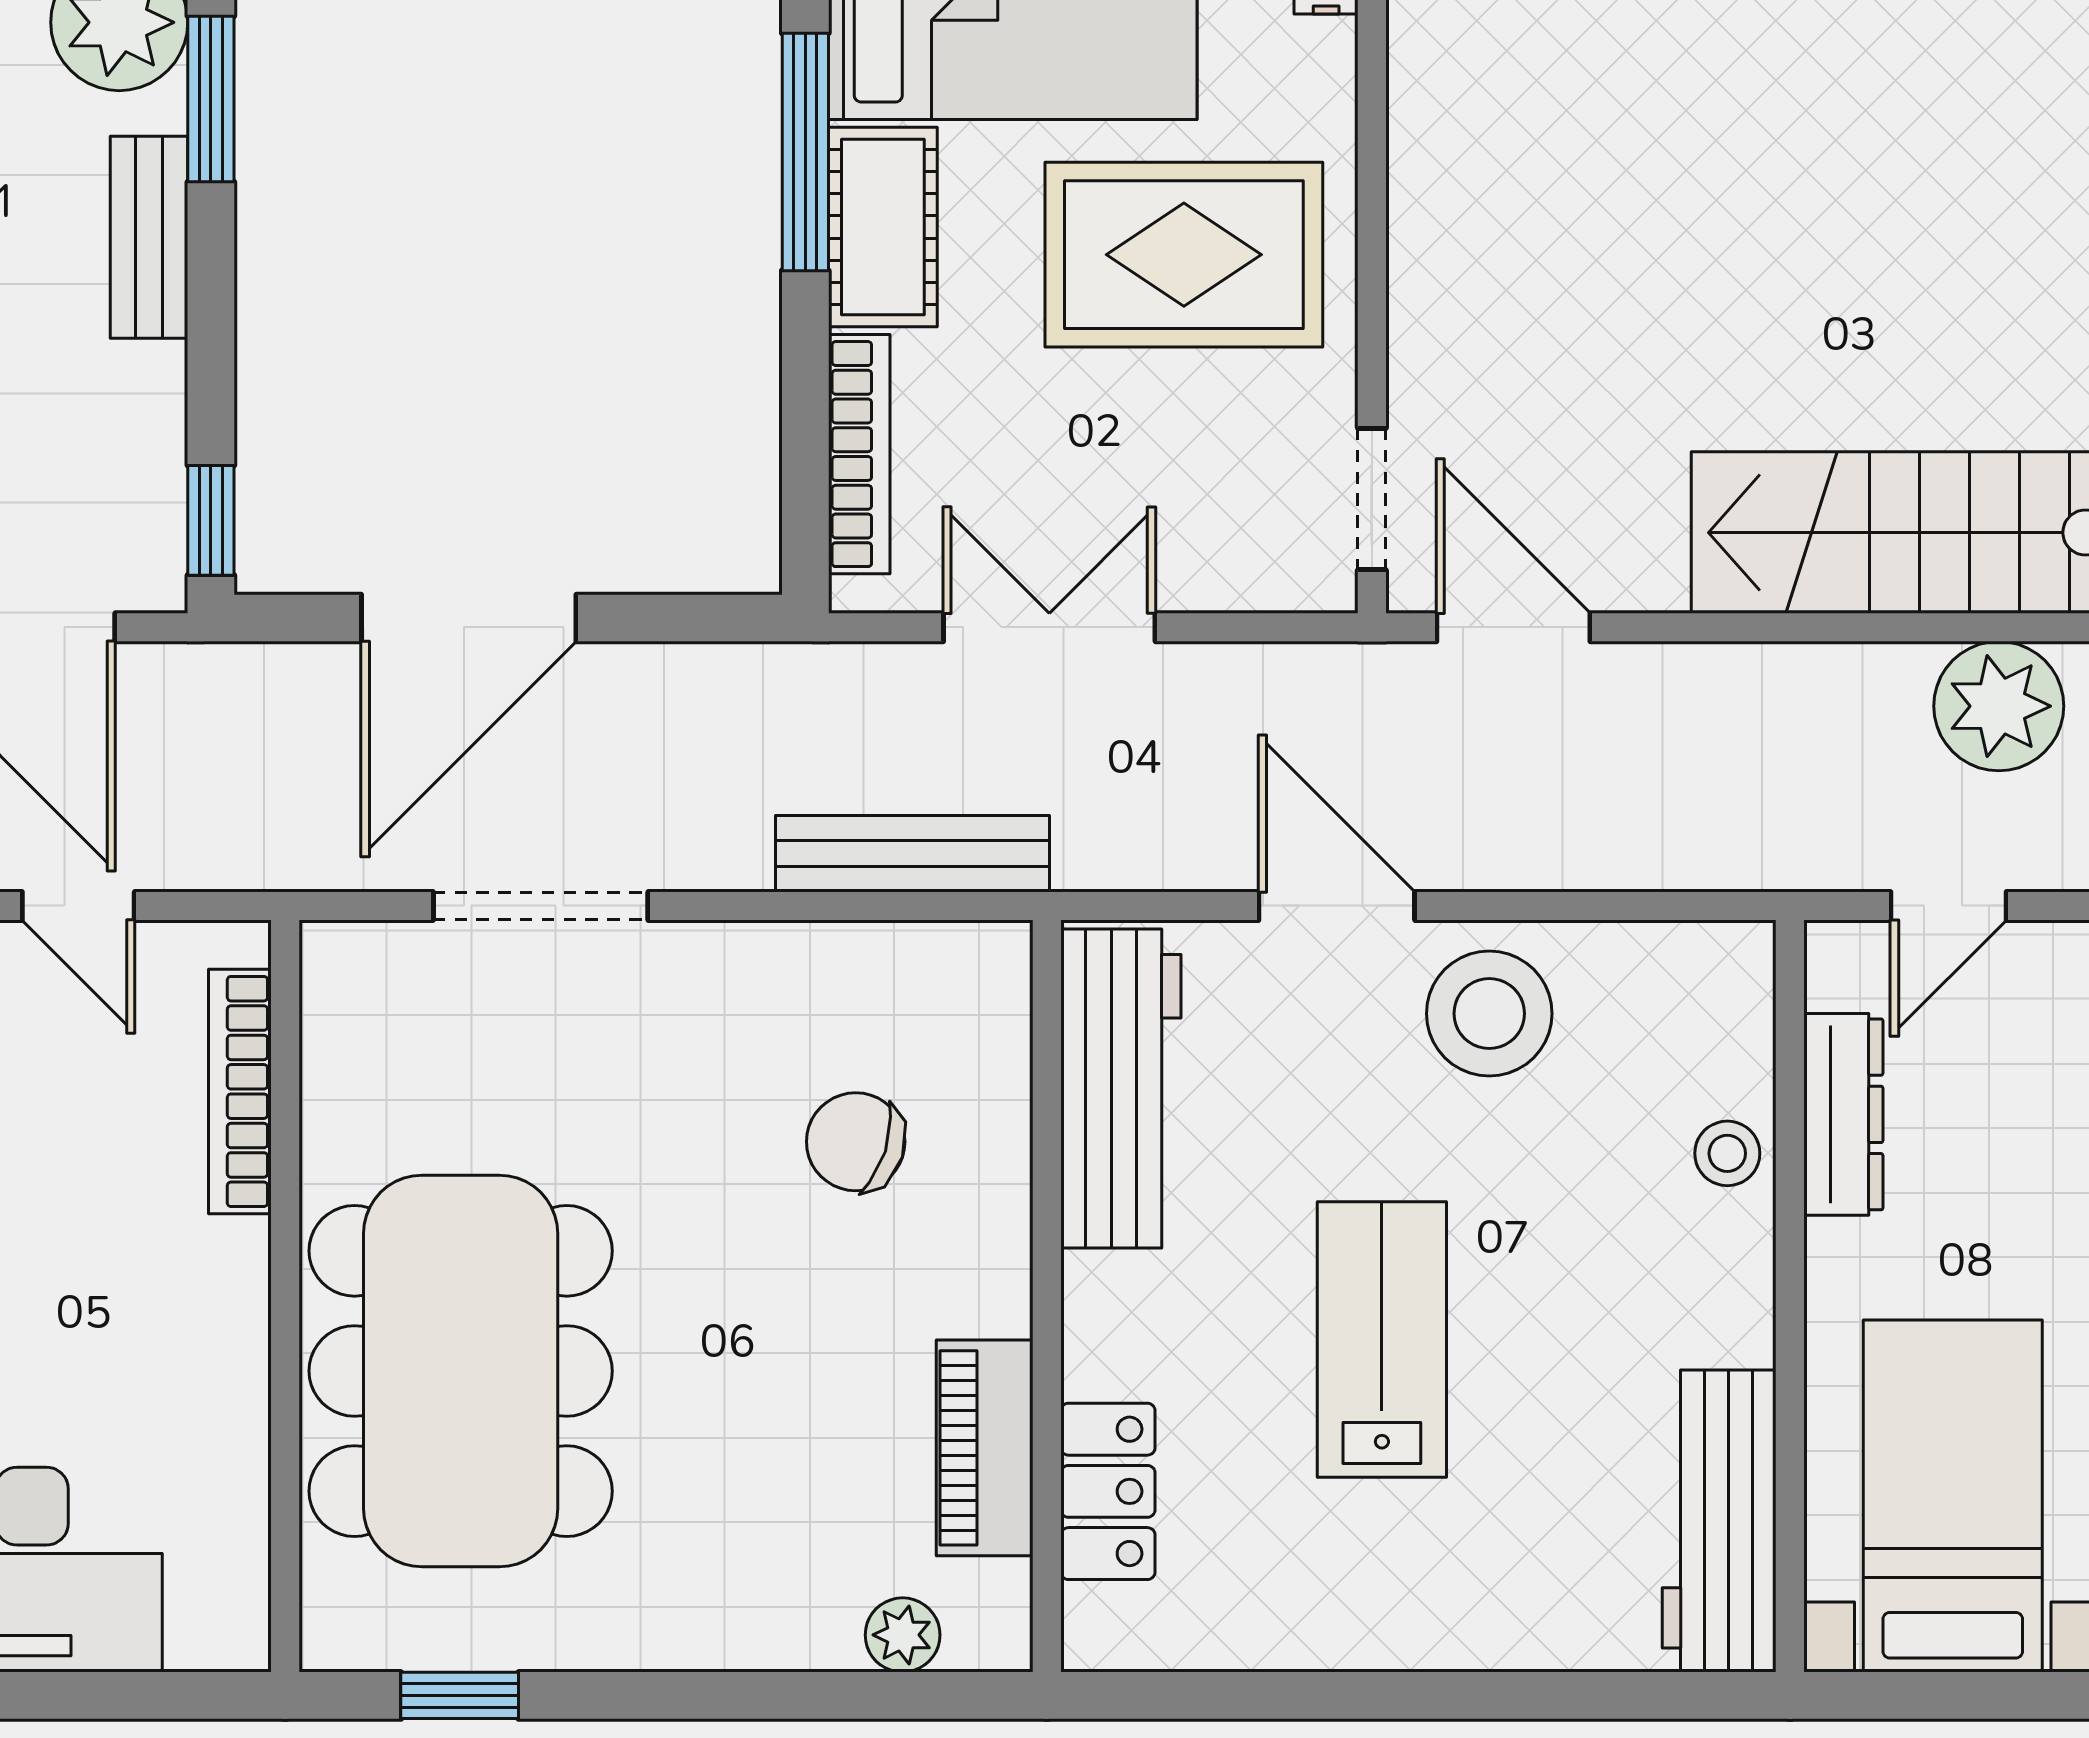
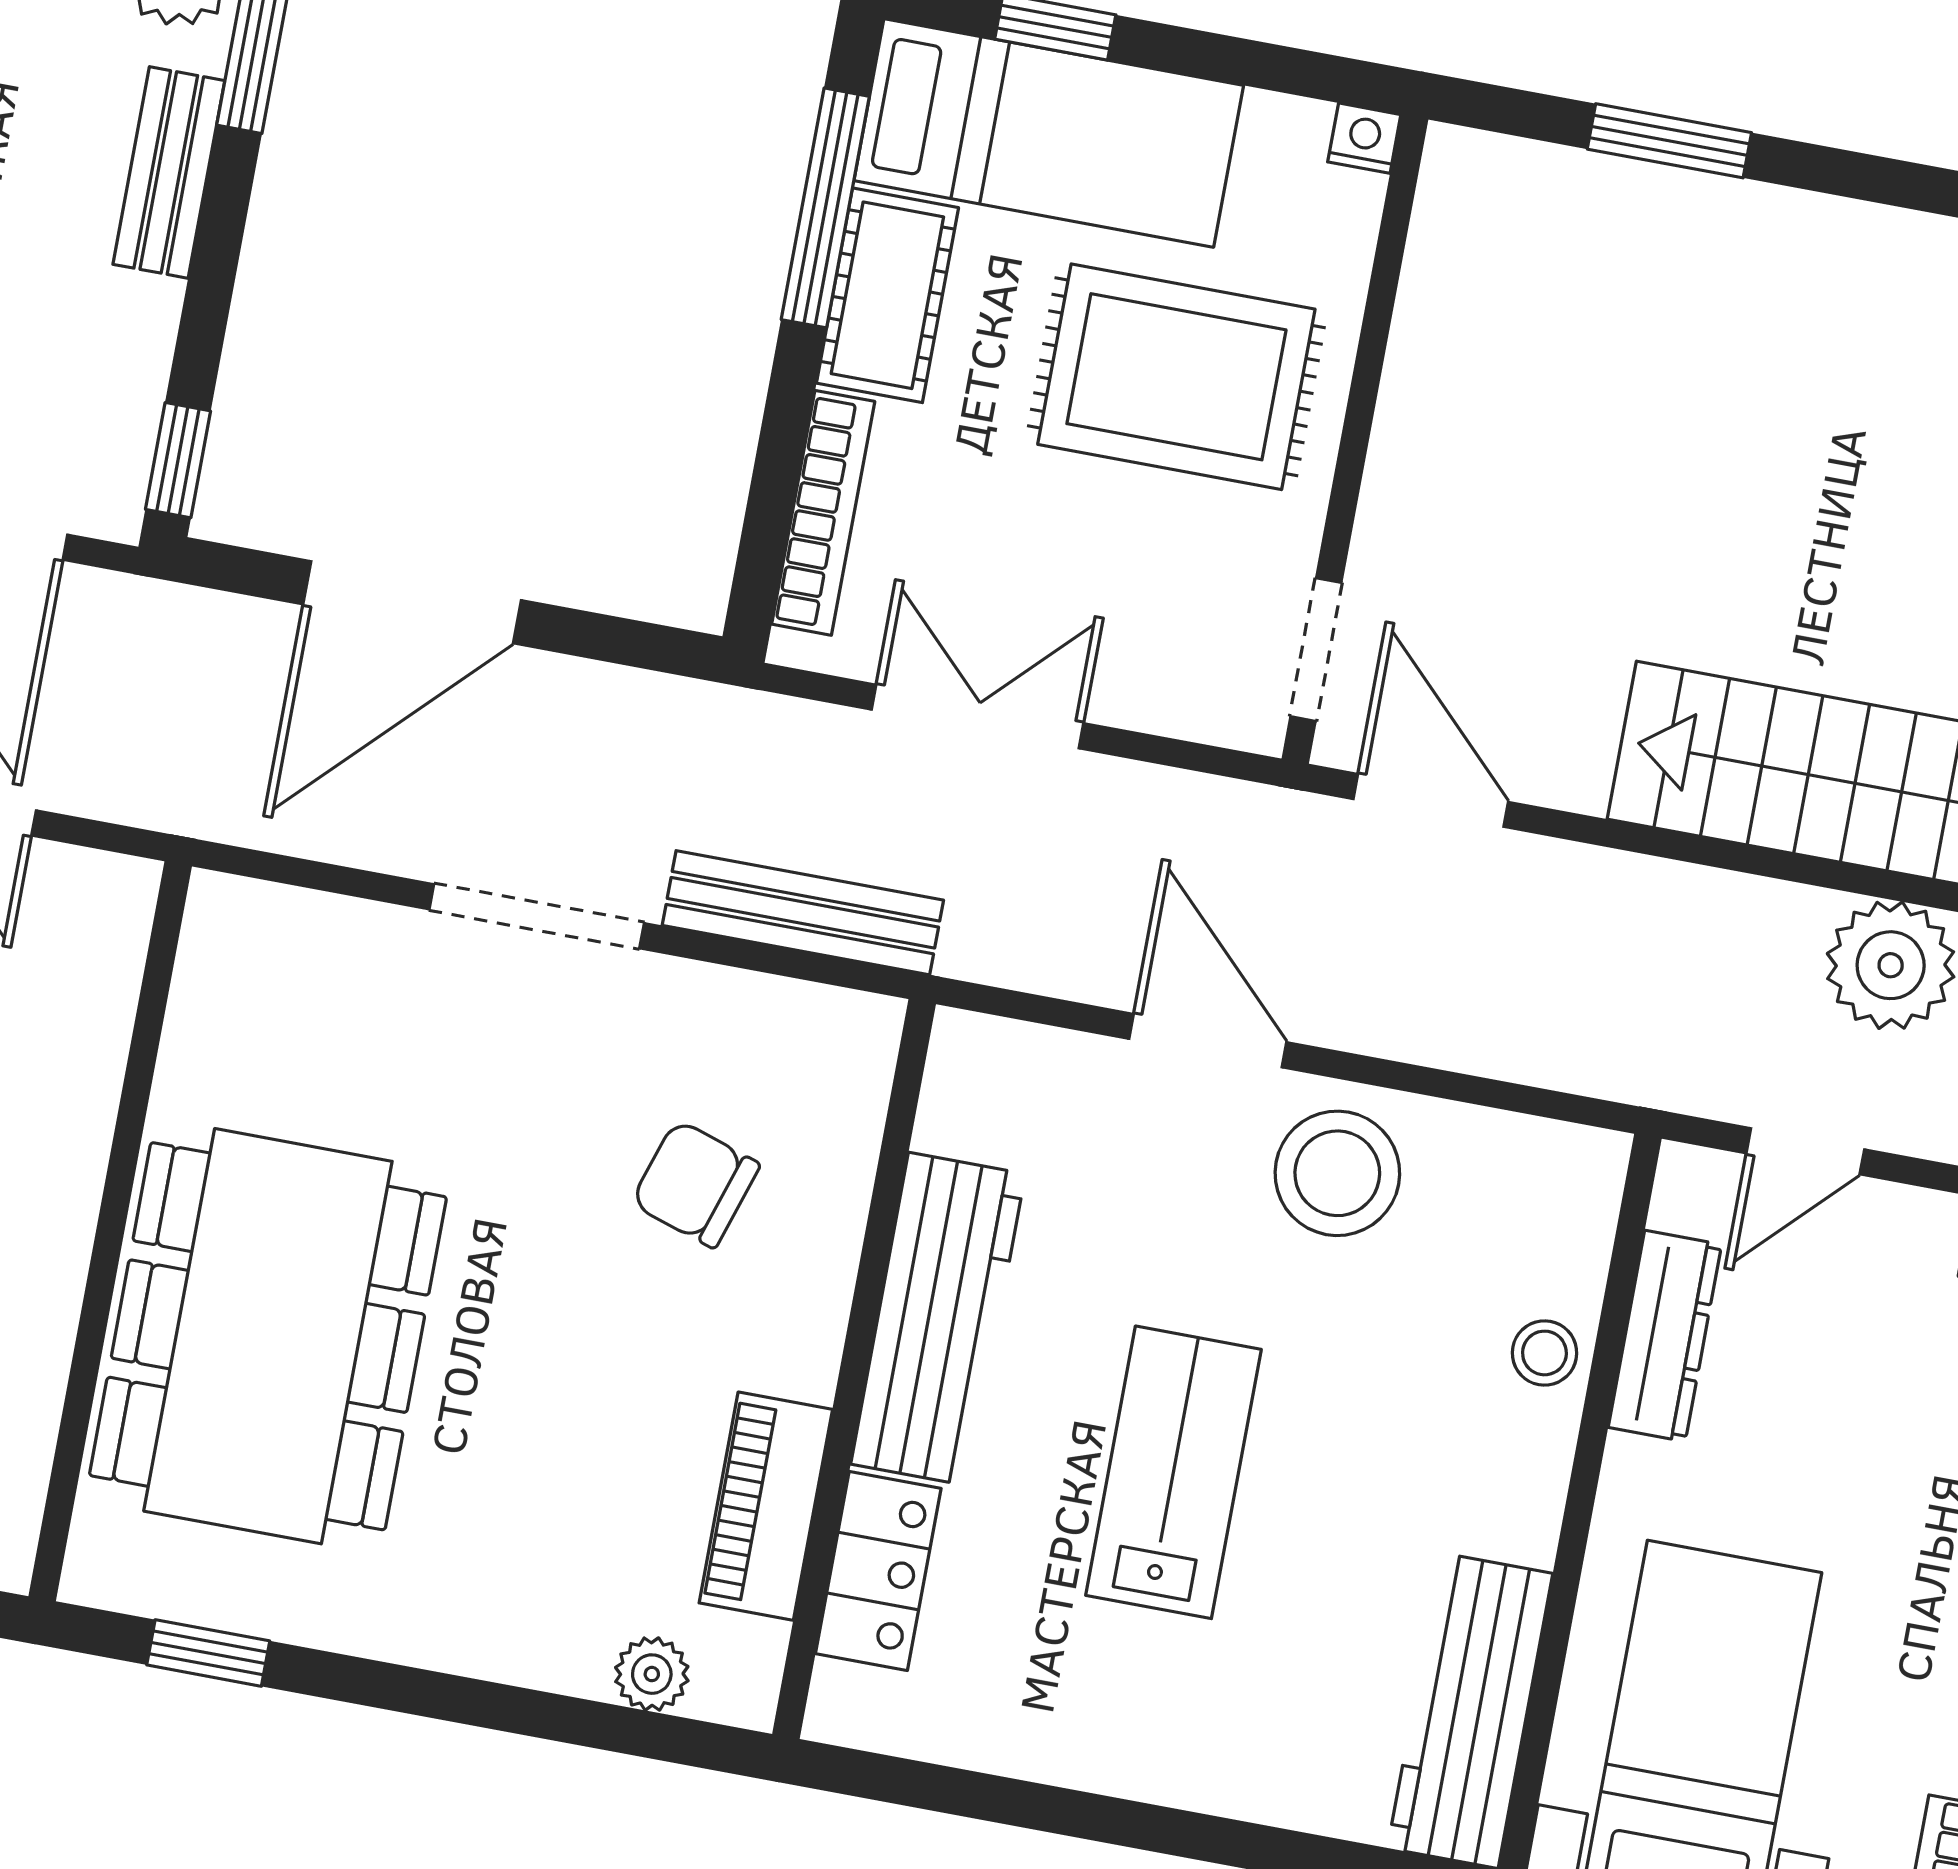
doorway: (541, 906) -> (537, 916), moved
workbench: (1121, 1088) -> (938, 1319), moved
bookcase: (240, 1091) -> (103, 1023), removed

